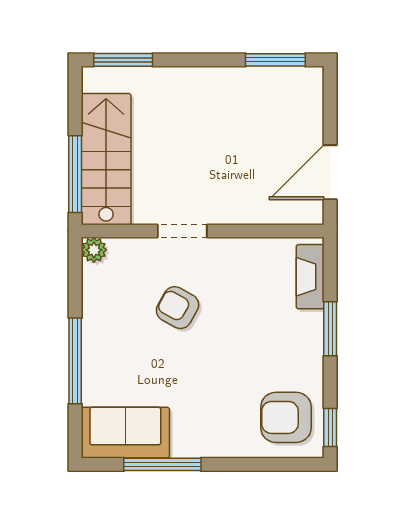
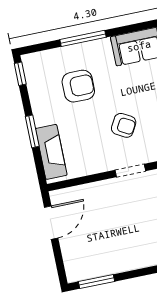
fireplace: (310, 277) -> (51, 152), width x1.37, depth x1.32
armchair: (286, 417) -> (78, 86), moved
window: (162, 464) -> (83, 38), moved

